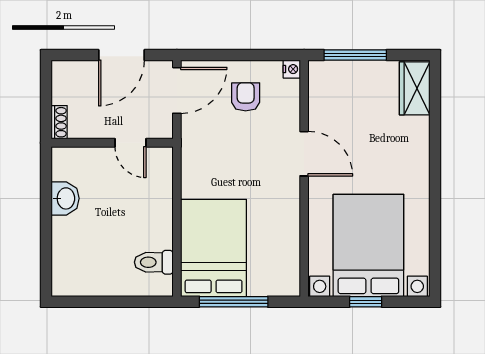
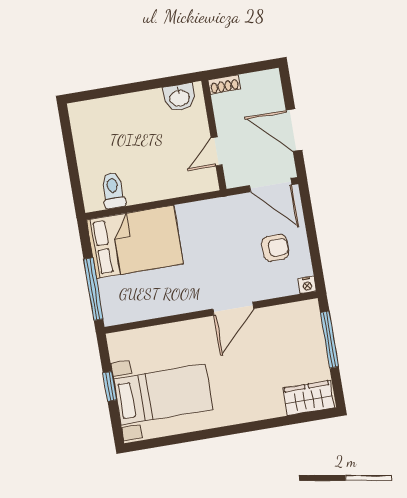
washbasin: (65, 198) -> (179, 97), moved
bed with nightstands: (368, 245) -> (163, 394), width x0.73
window: (234, 302) -> (93, 289), moved

